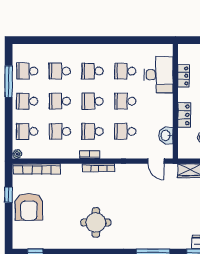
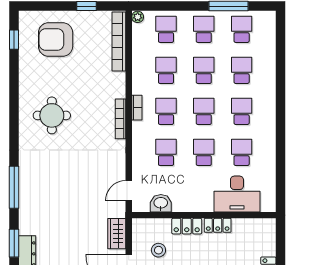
locker: (184, 76) -> (218, 225), moved
armchair: (29, 207) -> (56, 40), moved

